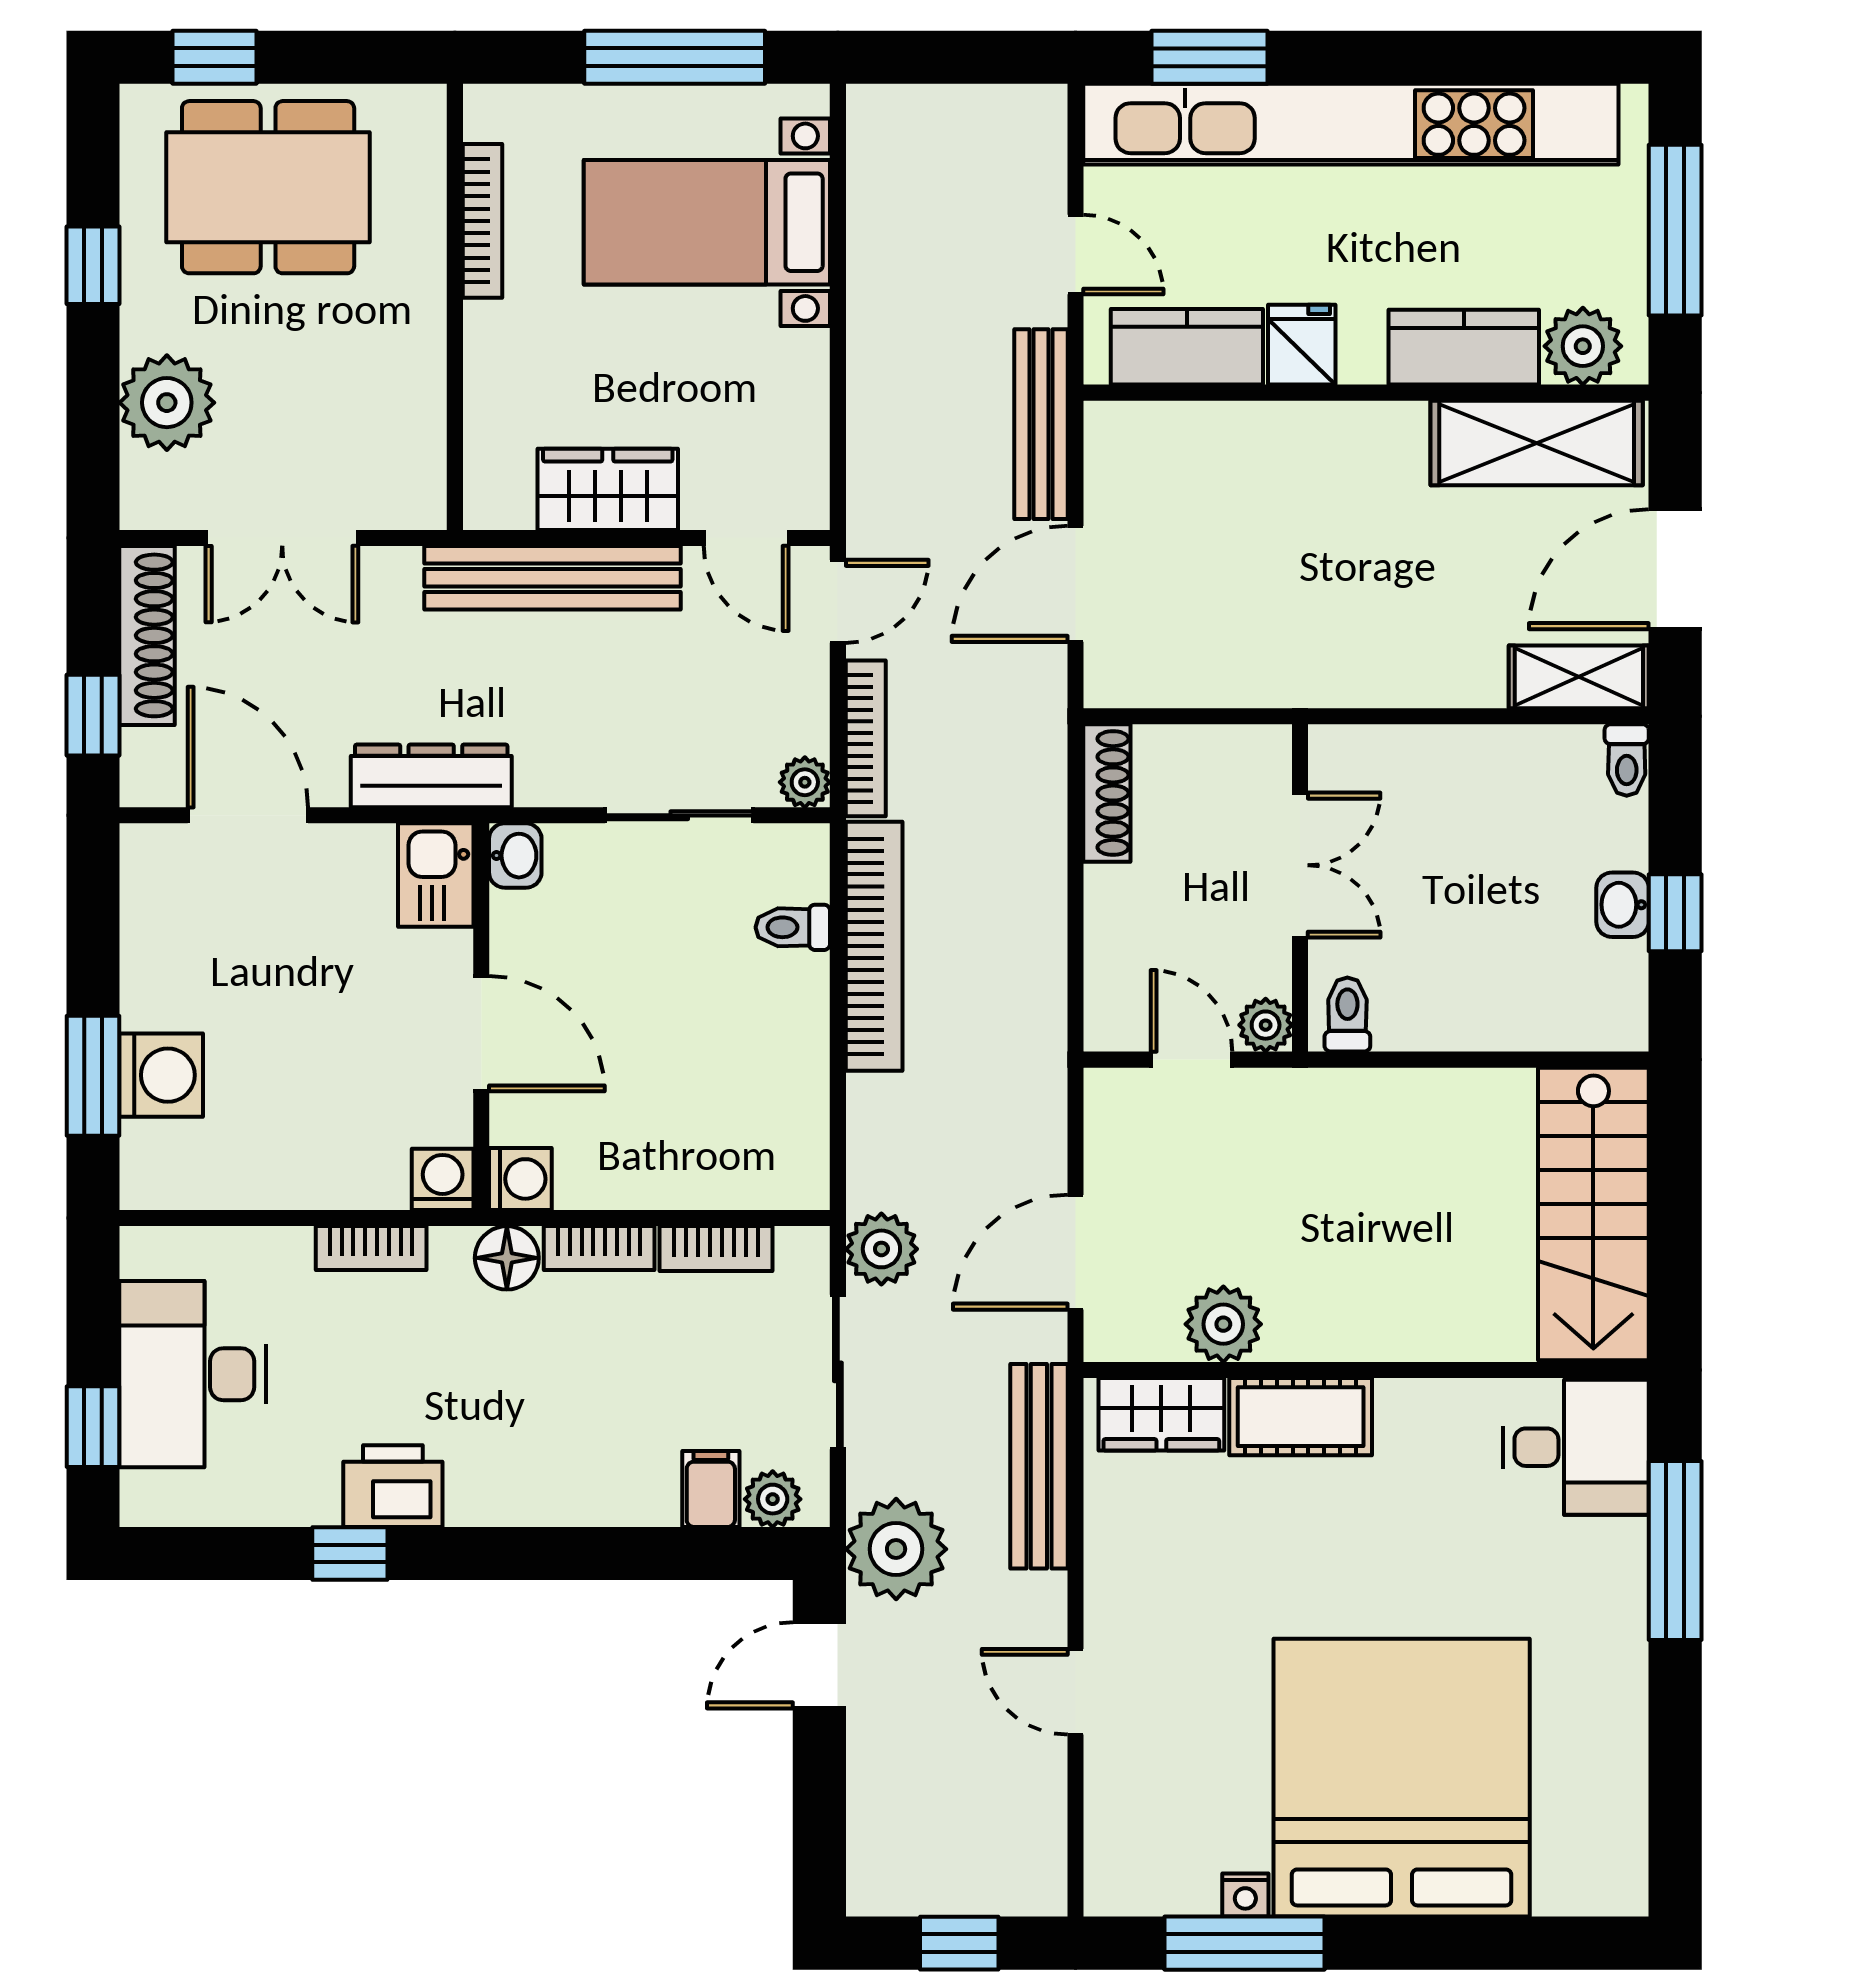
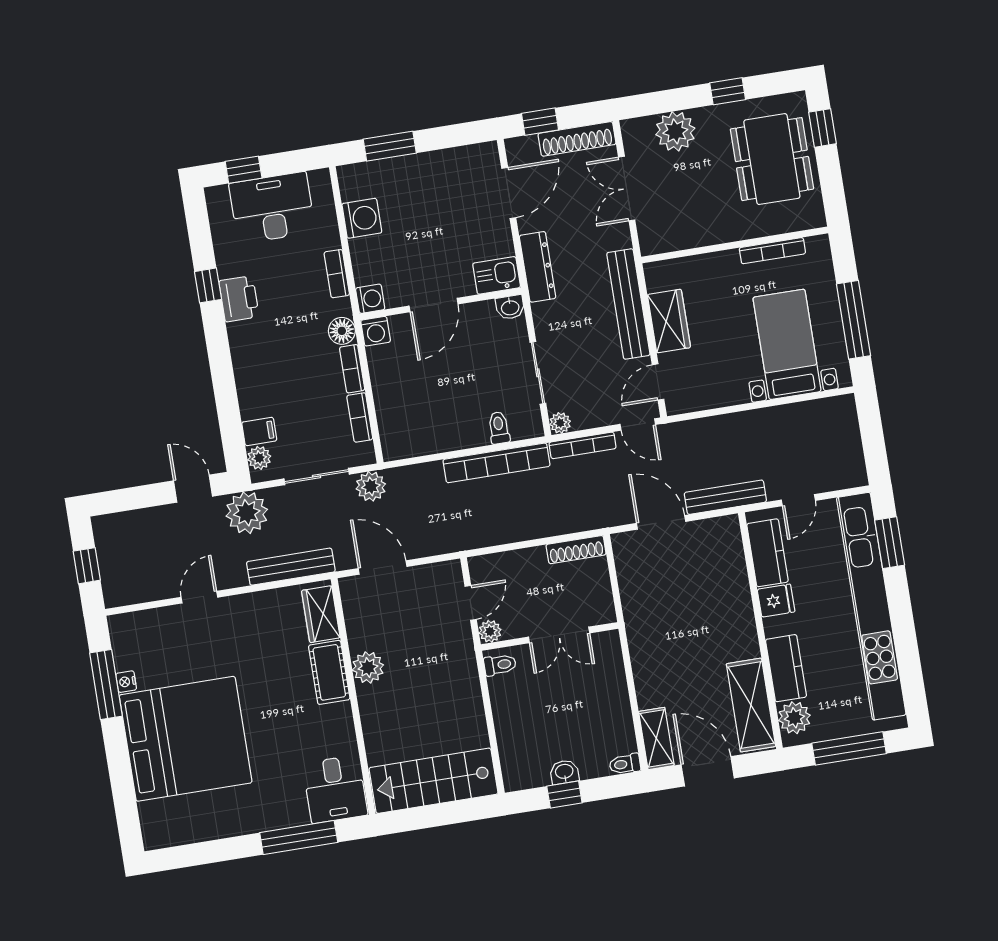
washing machine: (161, 1075) -> (362, 218), moved, turned -90
plant: (1223, 1324) -> (368, 668), moved

